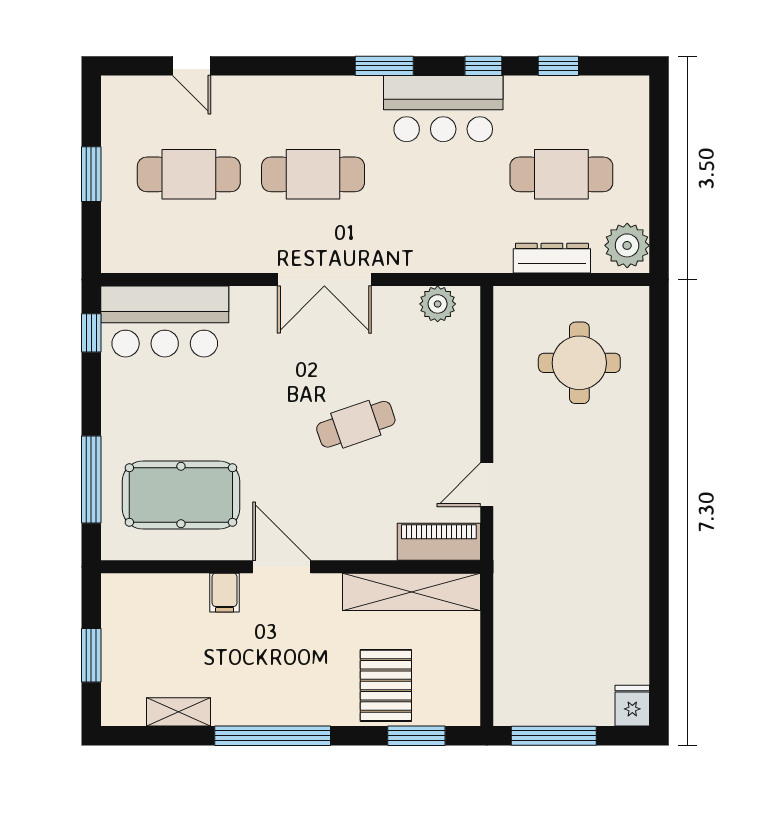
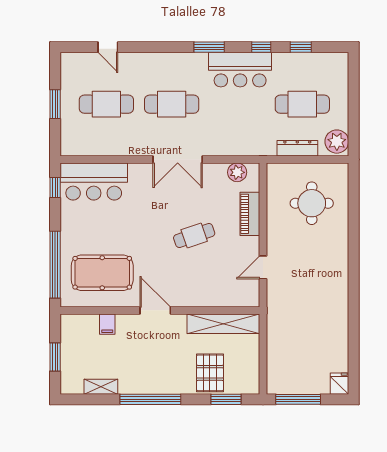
window: (91, 479) -> (55, 265), width x1.46
piano: (439, 542) -> (250, 214), moved, turned -90
filing cabinet: (225, 593) -> (107, 324), moved

